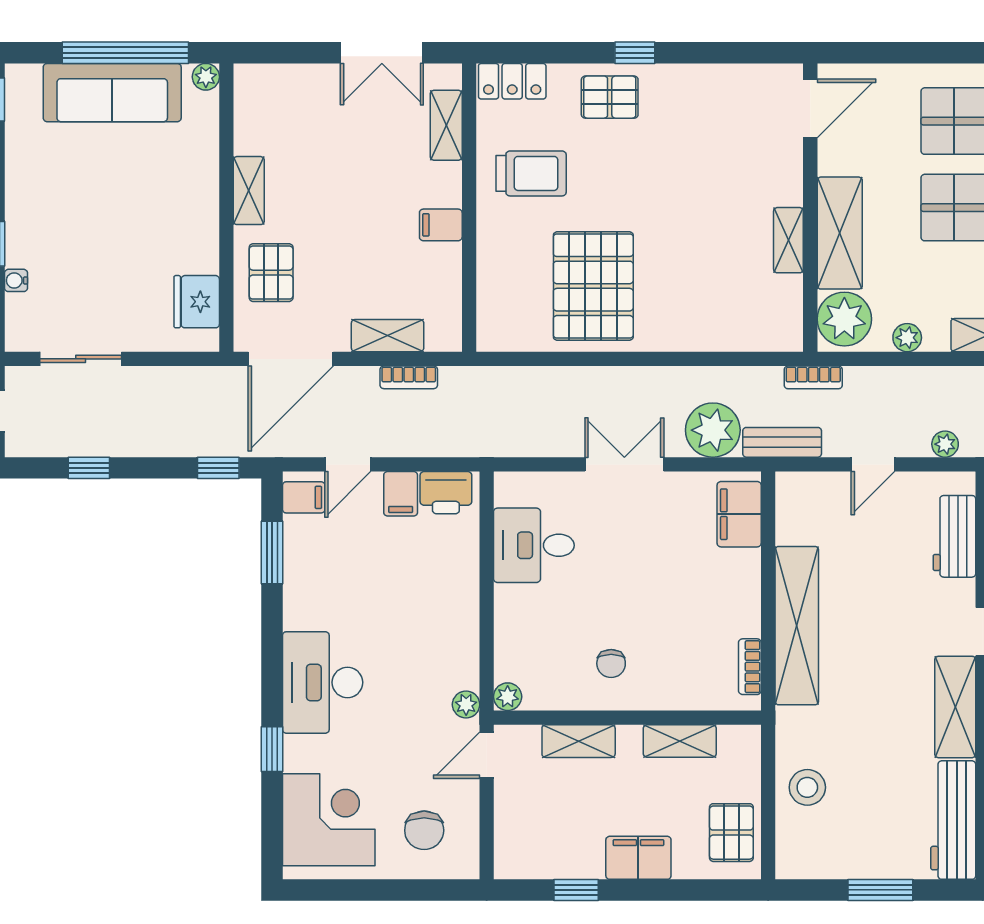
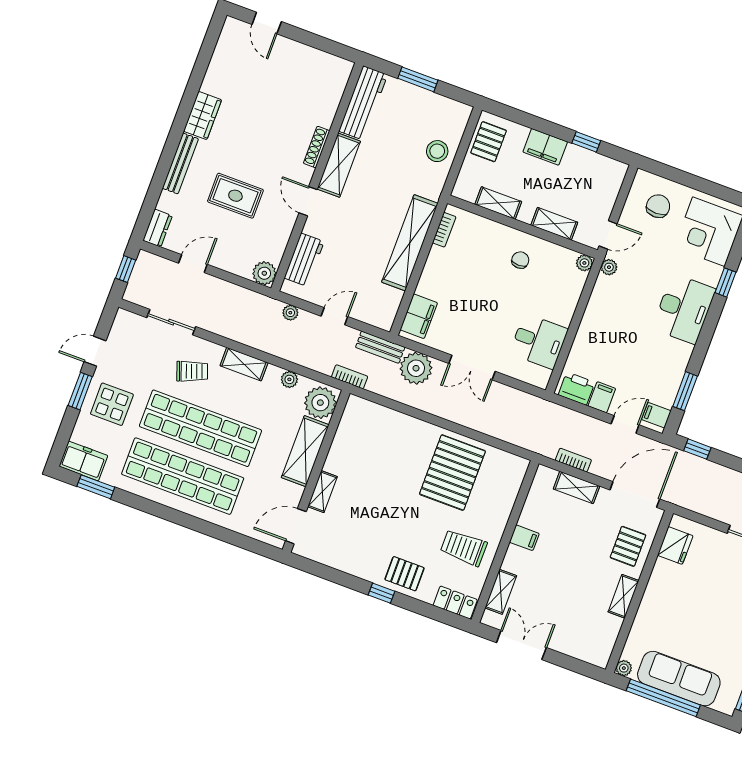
shelving: (788, 240) -> (322, 492), moved

